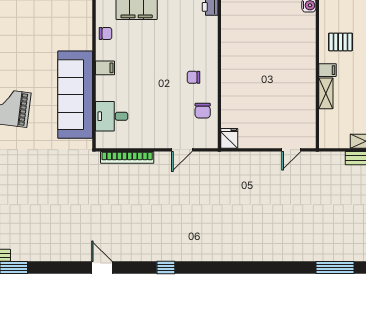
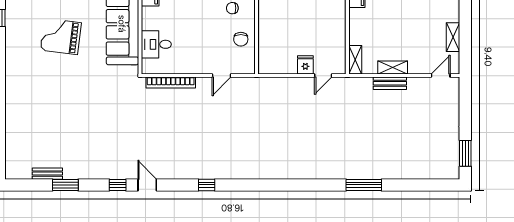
shelving: (326, 93) -> (355, 60), moved
fridge: (229, 138) -> (305, 65), moved
window: (70, 268) -> (118, 185), added

